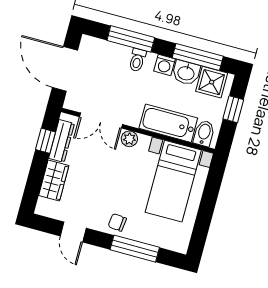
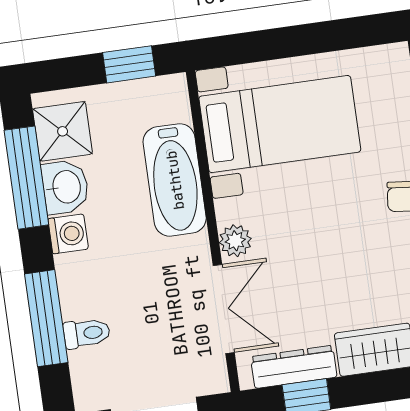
toilet: (137, 60) -> (87, 333), moved
window: (233, 109) -> (129, 64), moved
bidet: (204, 133) -> (165, 105), removed

